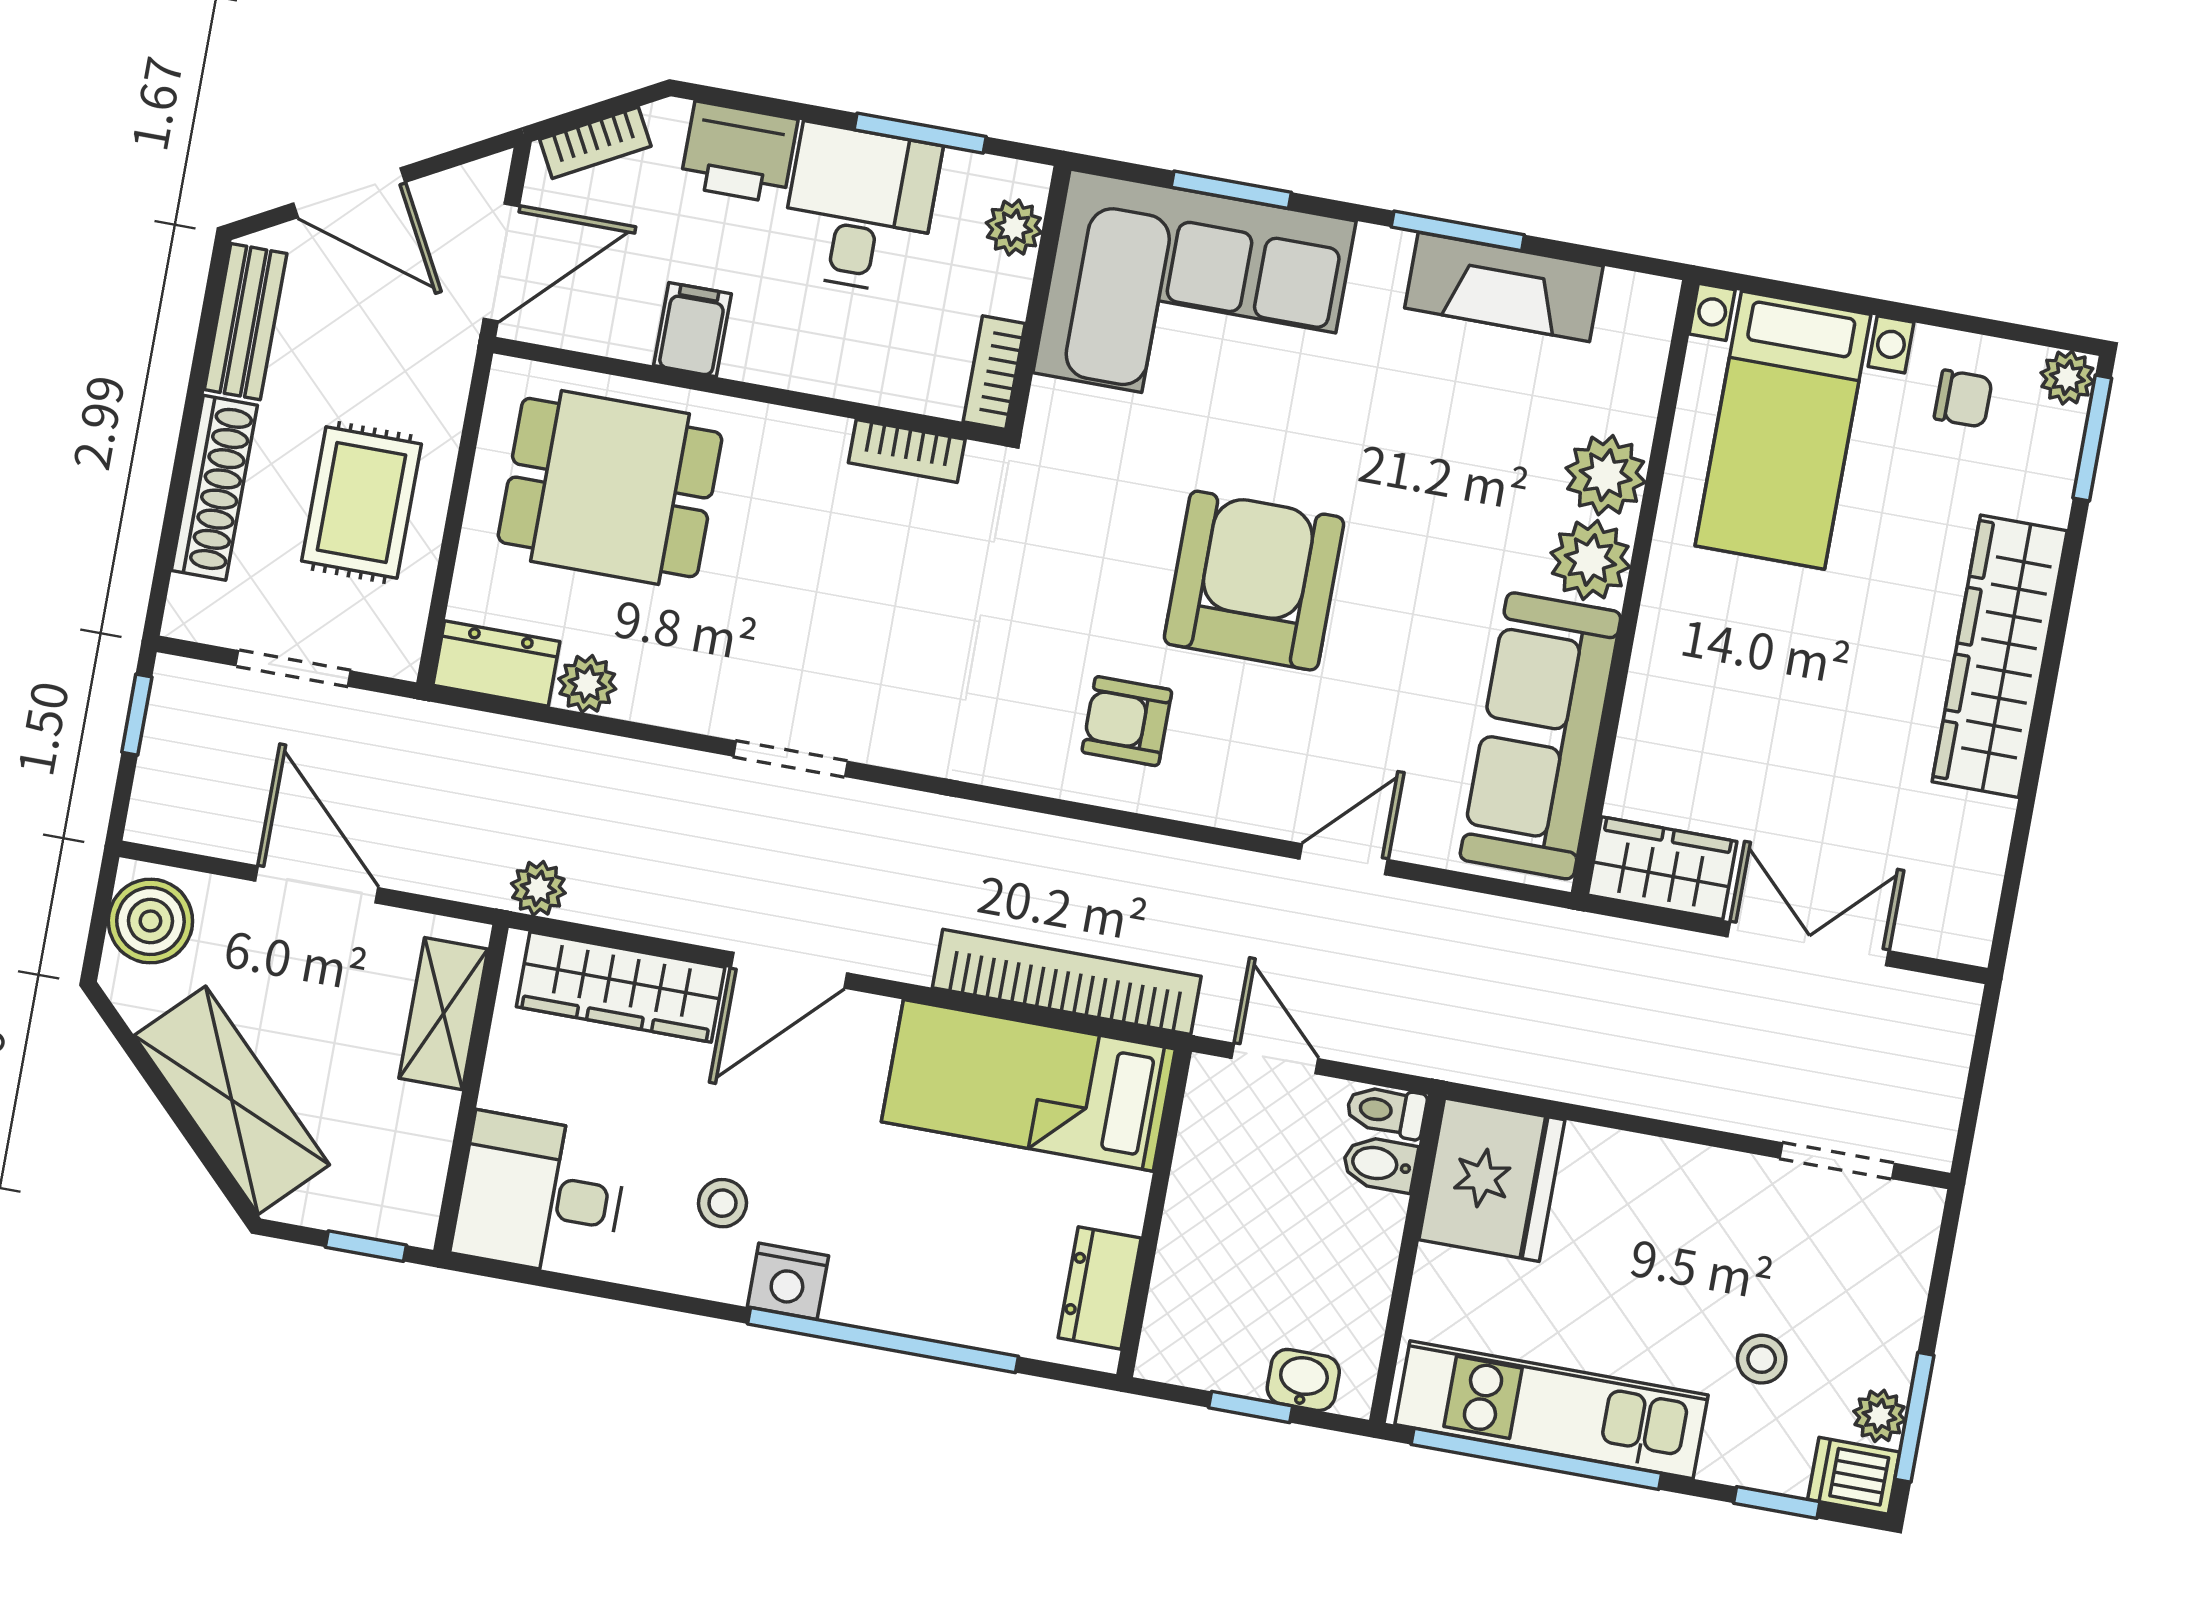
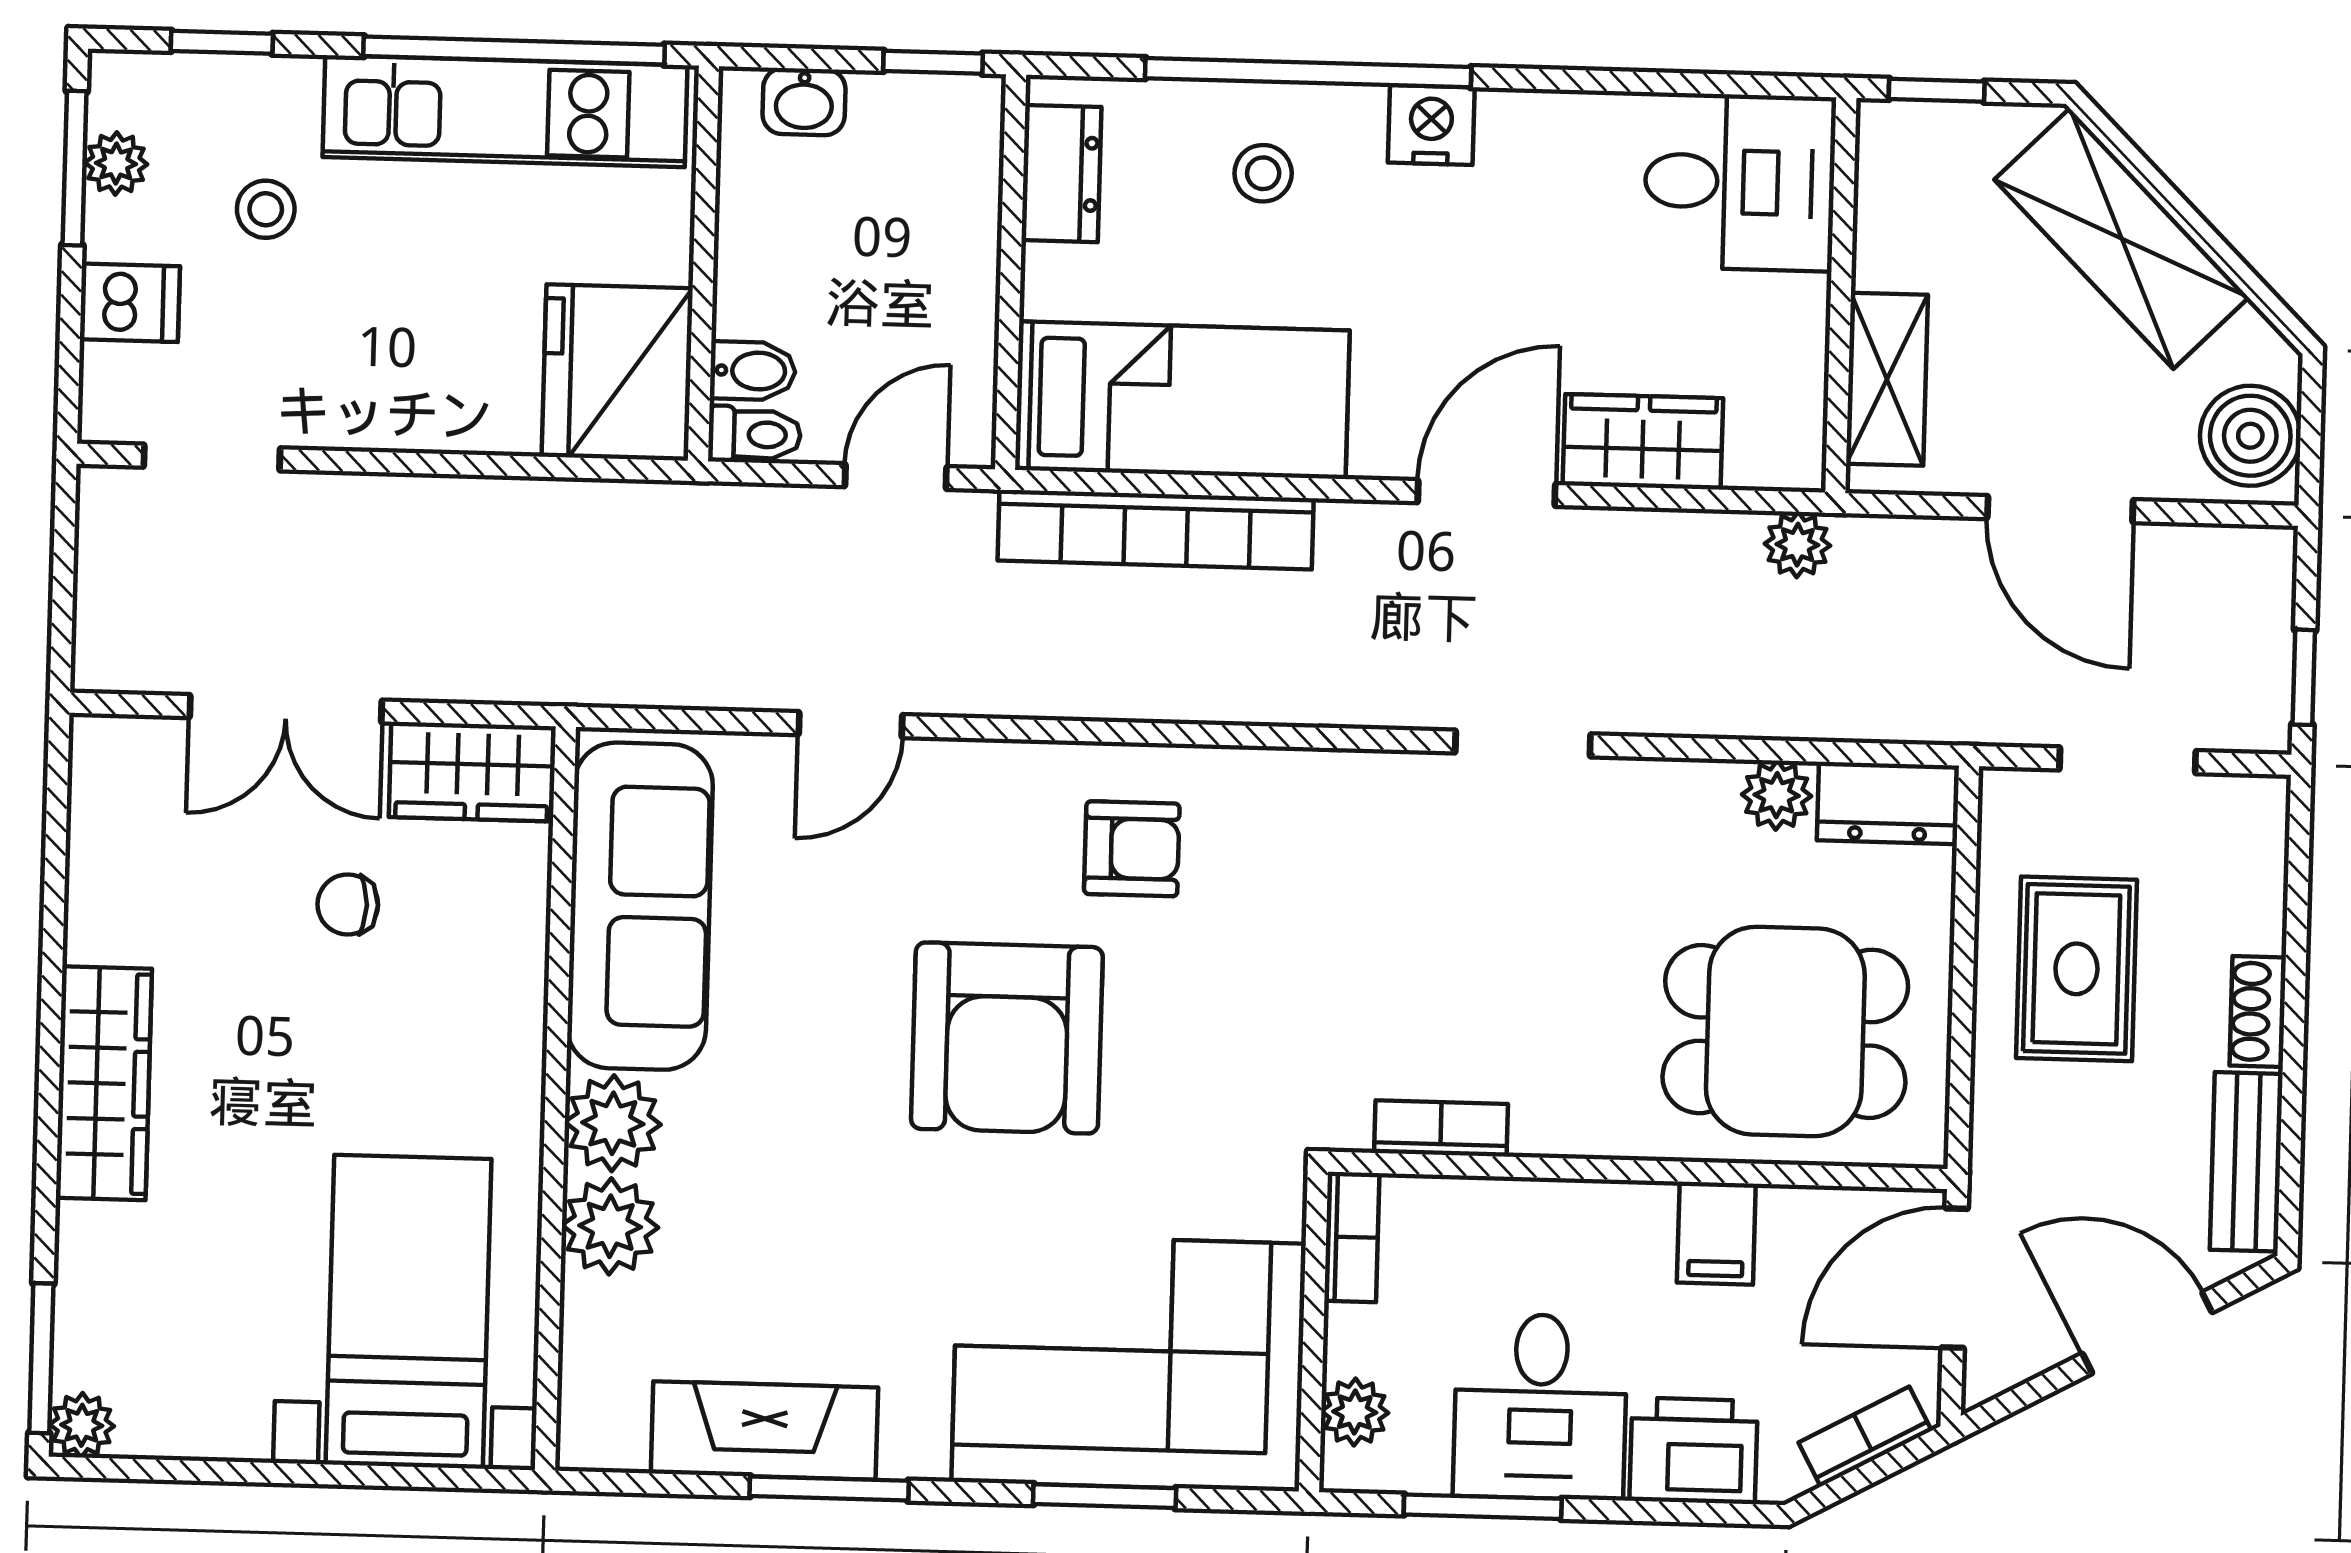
chair: (1963, 399) -> (348, 904), moved
shoe rack: (214, 488) -> (2258, 1012), width x0.51, depth x0.81
wardrobe: (2000, 656) -> (104, 1083), width x0.71, depth x0.85
wardrobe: (621, 987) -> (1643, 442), width x0.67
door: (1275, 1059) -> (896, 477), swing flipped
stool: (722, 1203) -> (1263, 173), moved
window: (1251, 1407) -> (933, 62), moved
dishwasher: (1854, 1476) -> (130, 303), moved

